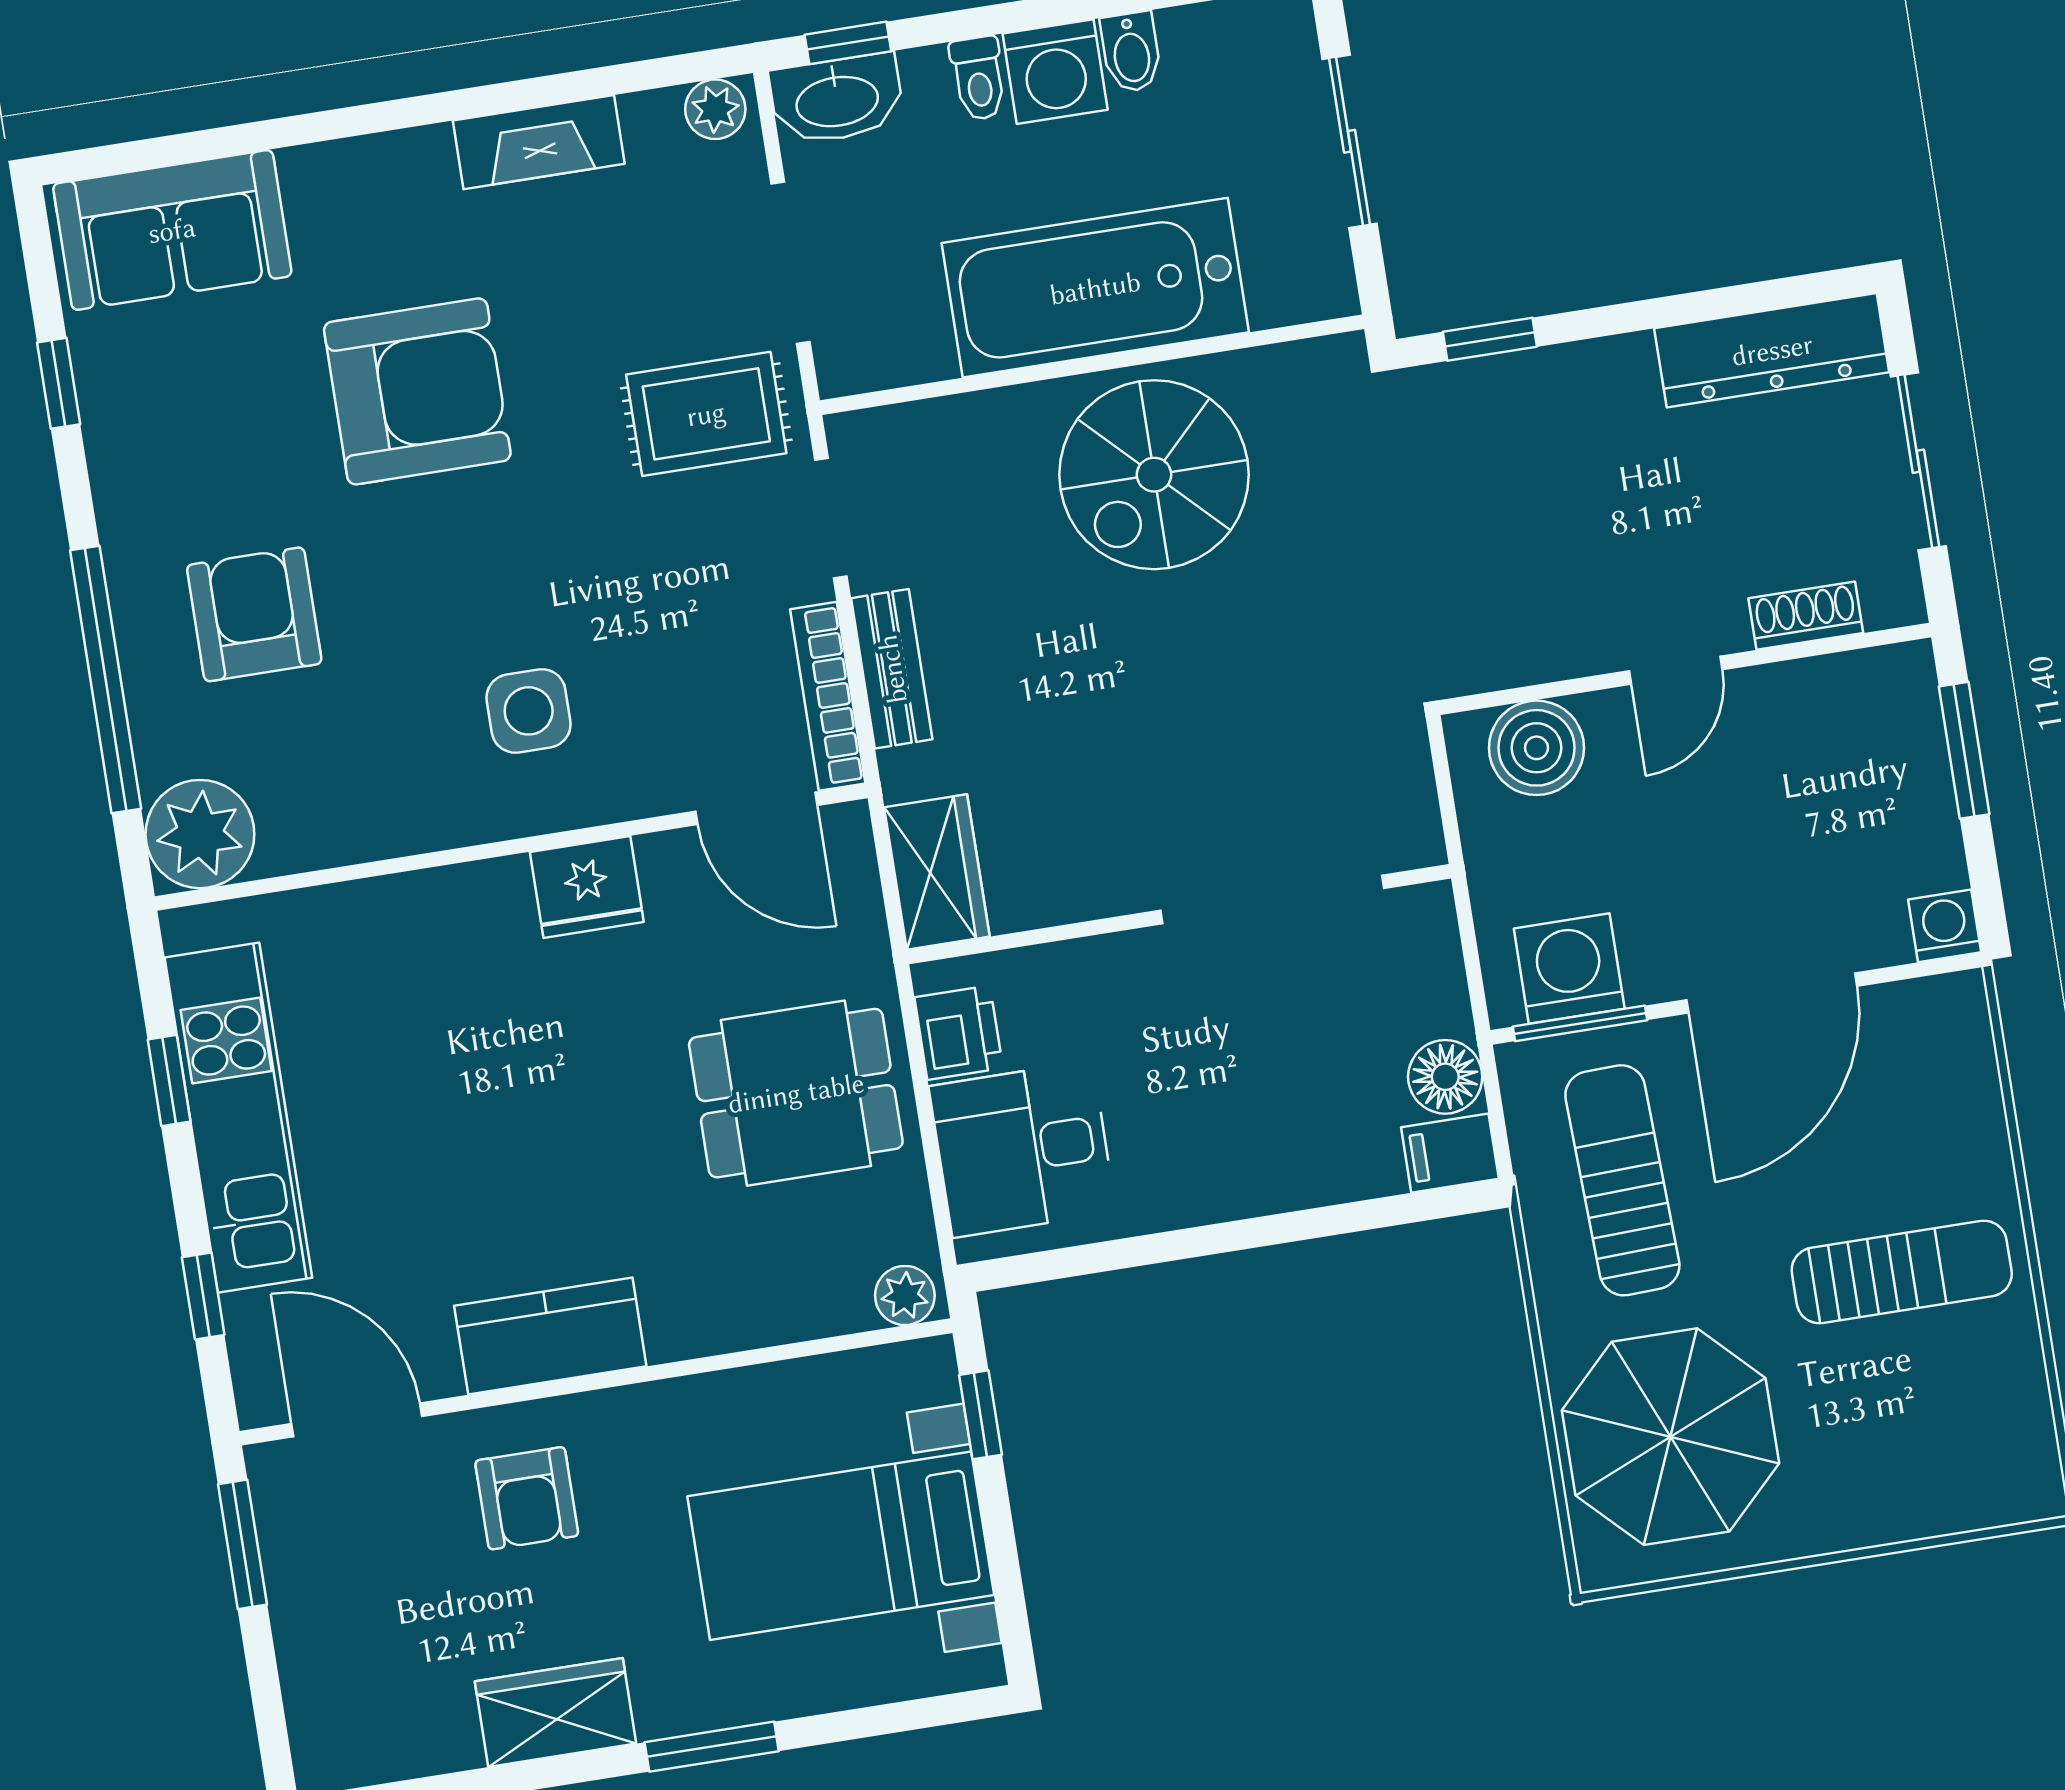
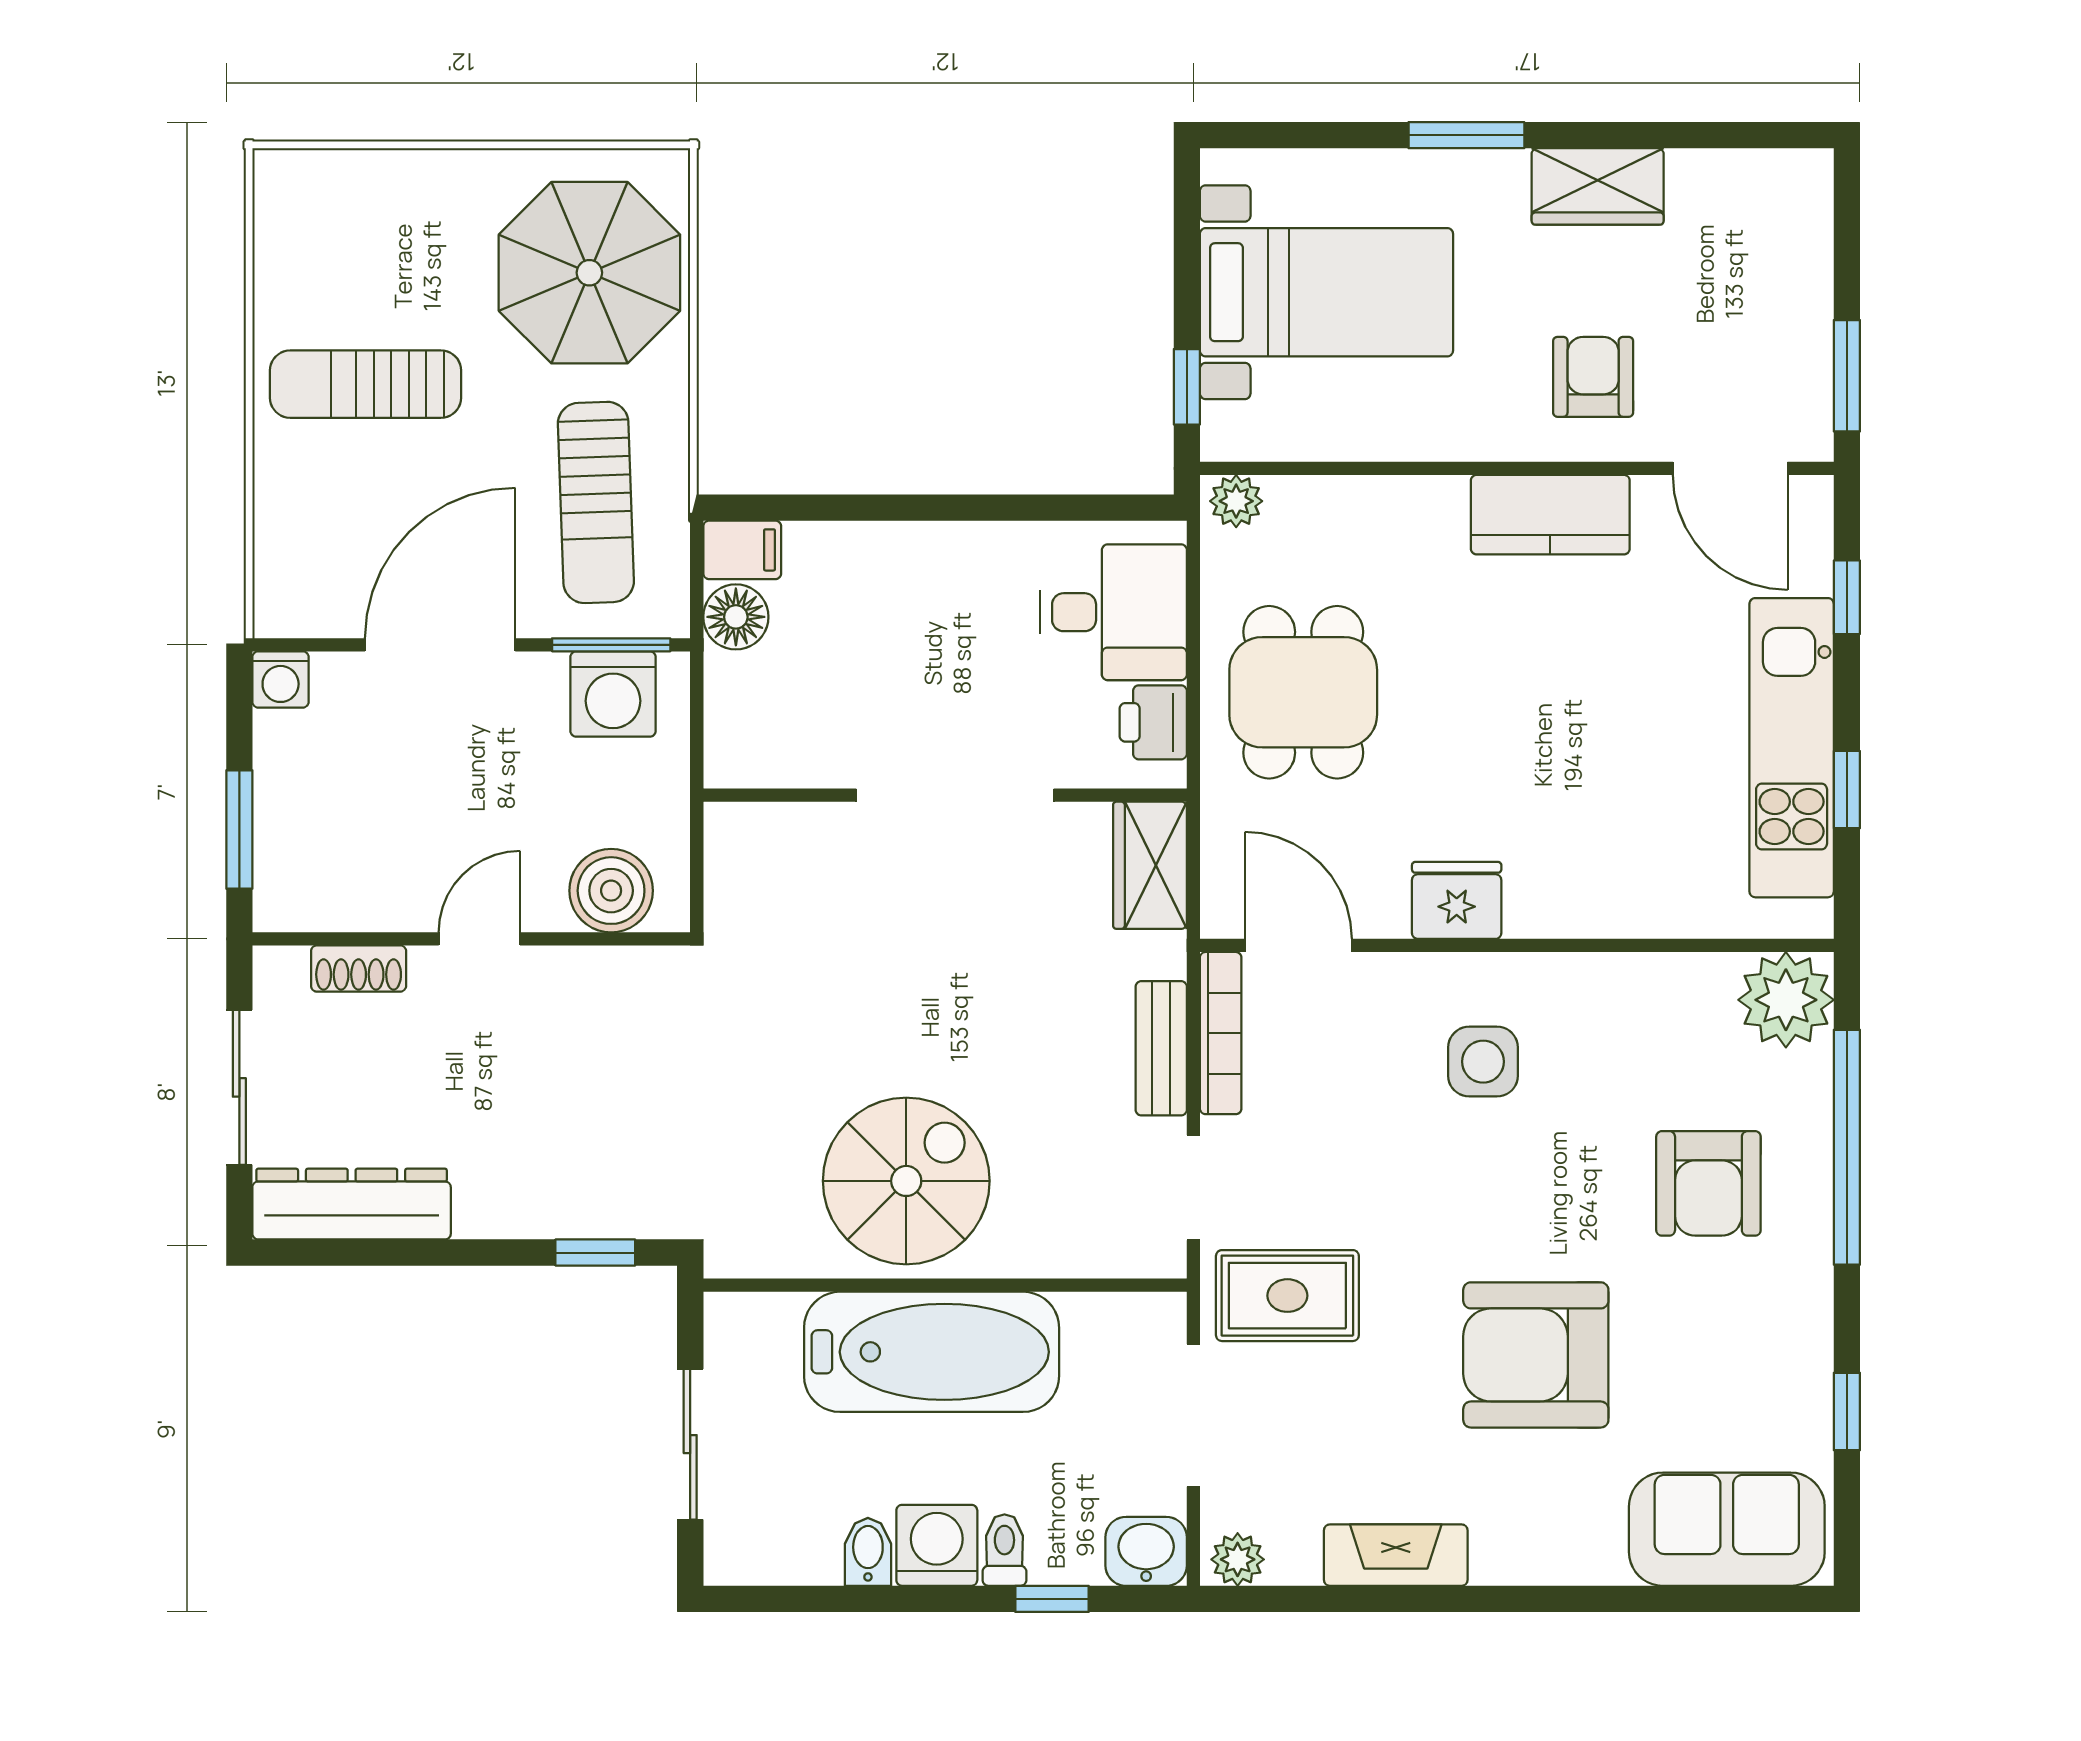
window: (848, 43) -> (1052, 1599), moved
washbasin: (837, 99) -> (1146, 1551), width x0.72
doorway: (1272, 899) -> (955, 795), moved
dining table: (796, 1093) -> (1303, 692), turned 90

